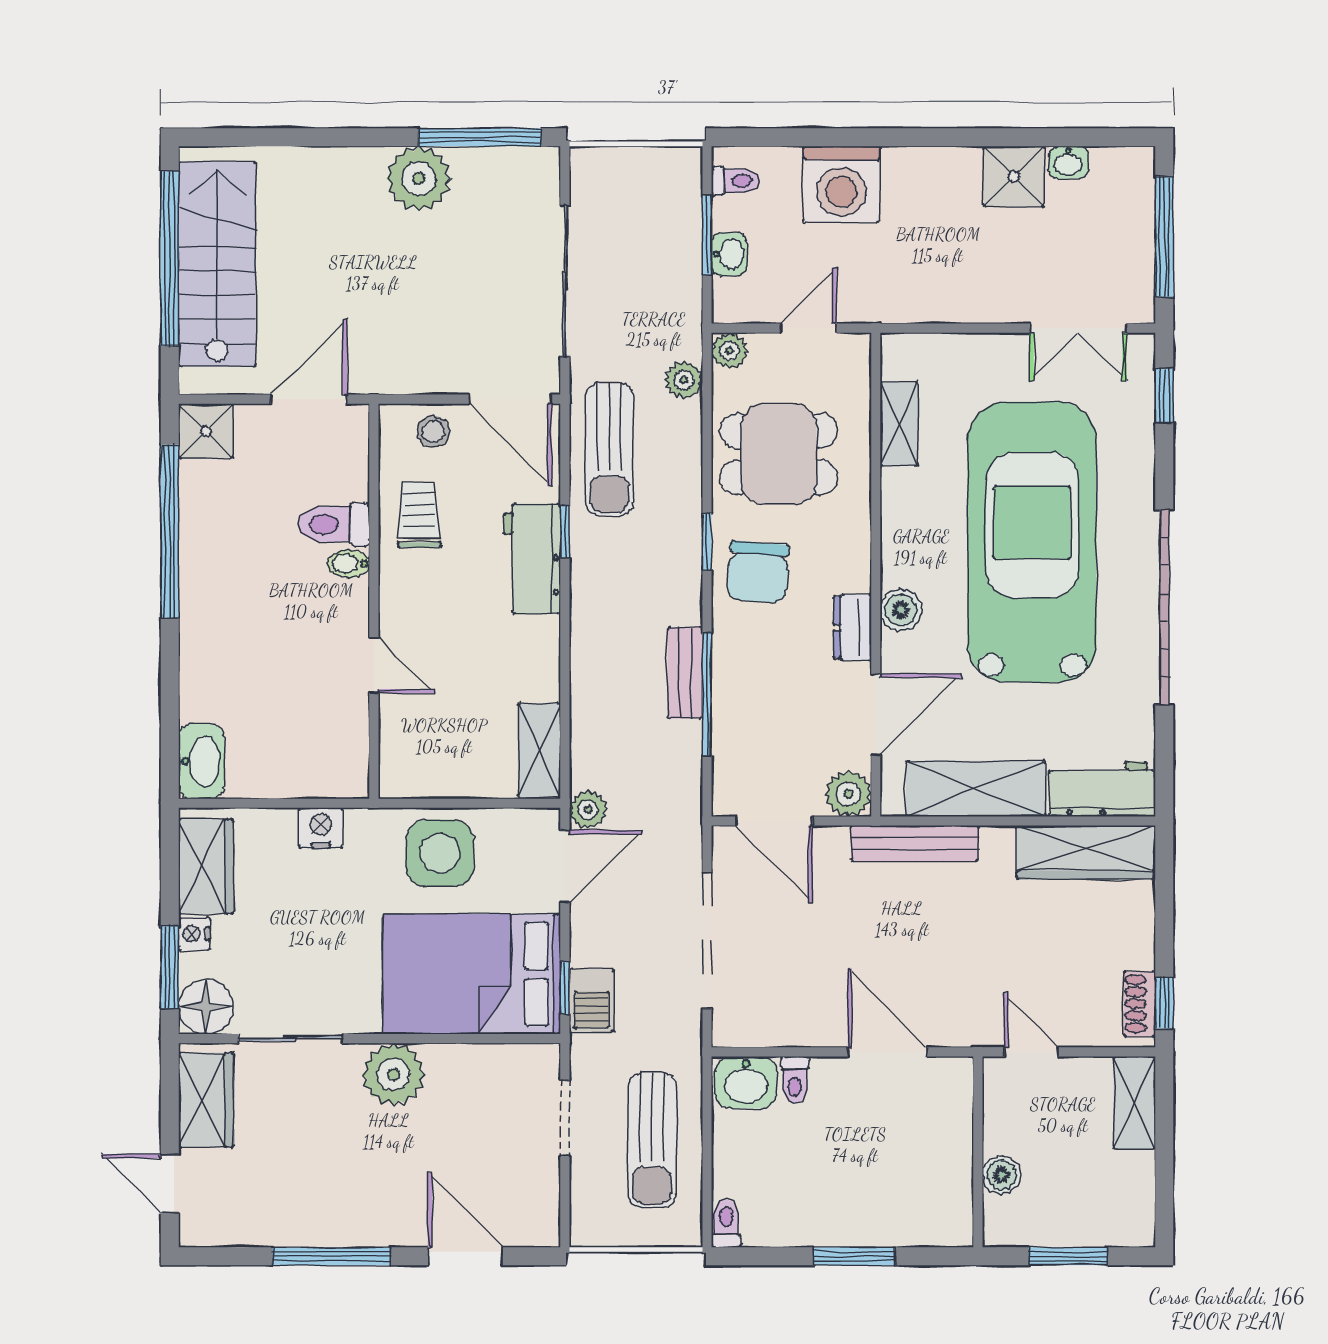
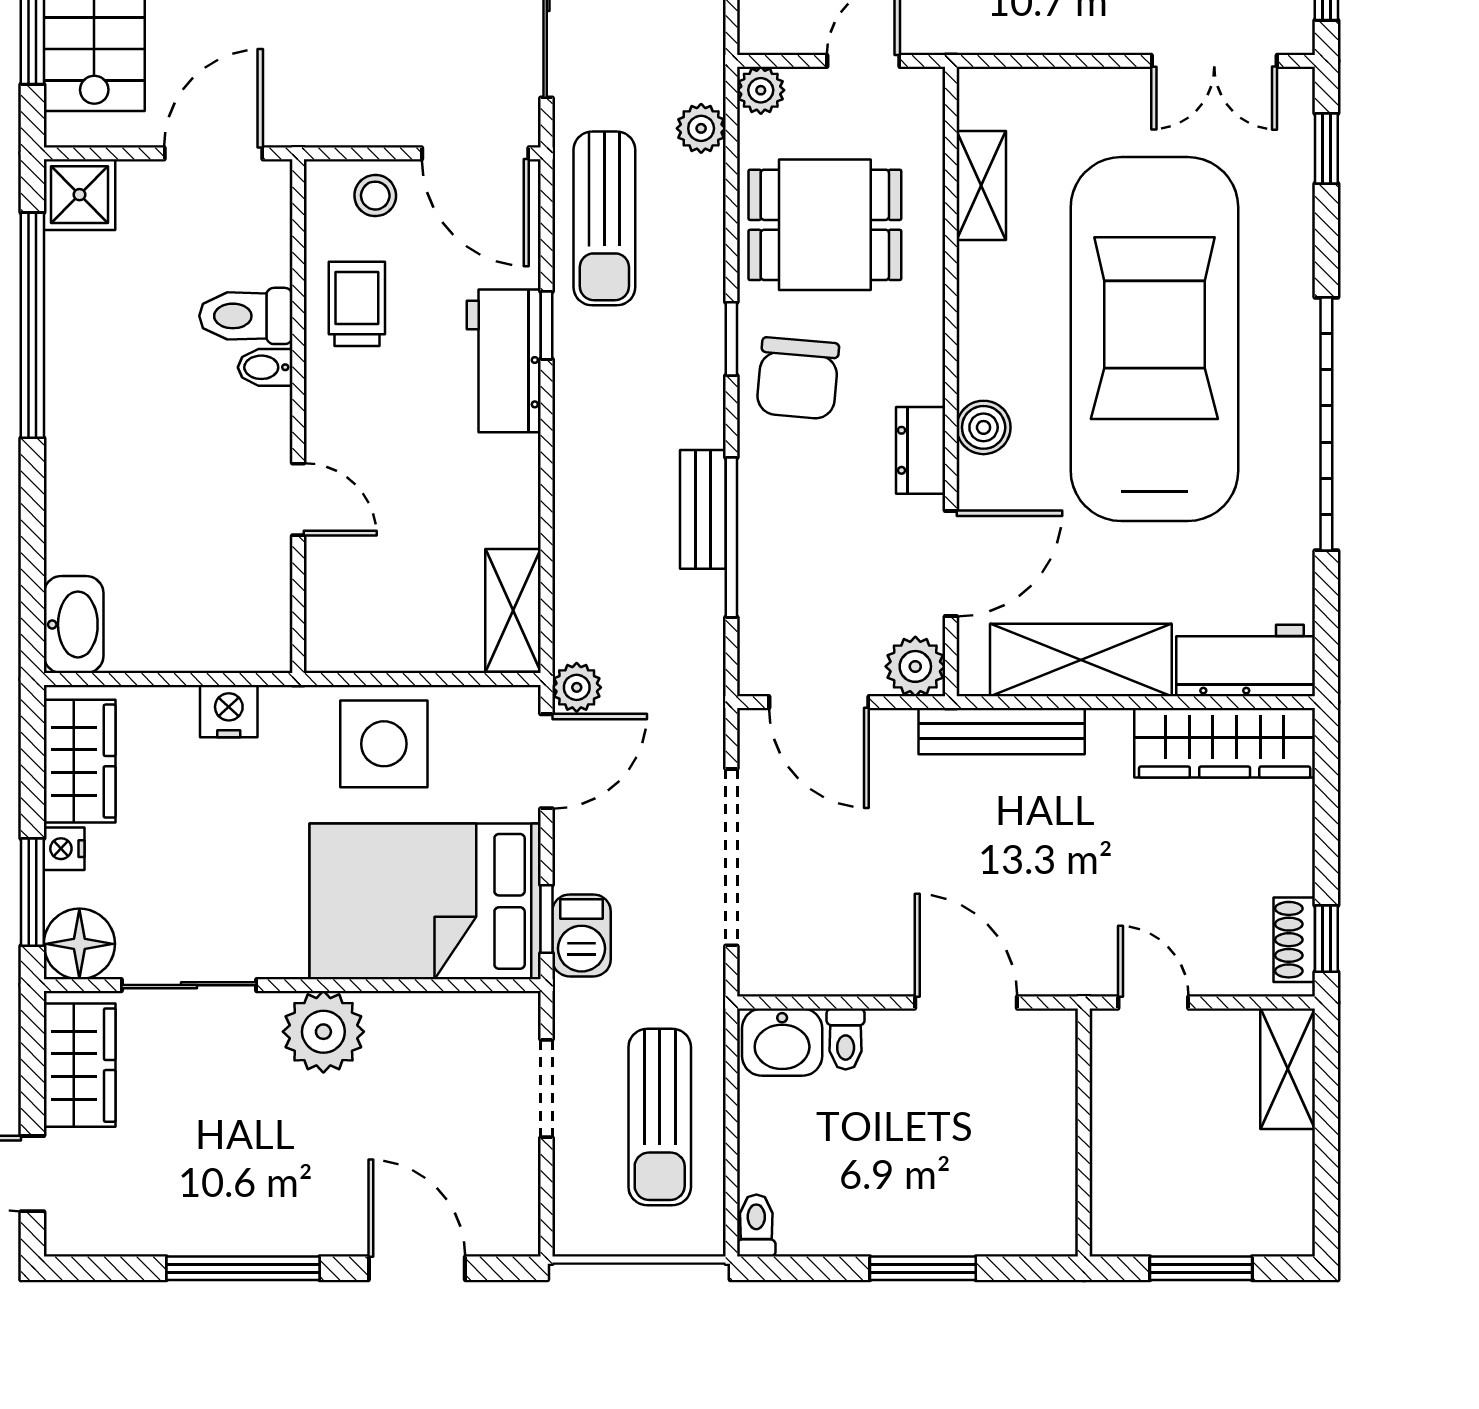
boiler: (1001, 1175) -> (1114, 1163), removed

